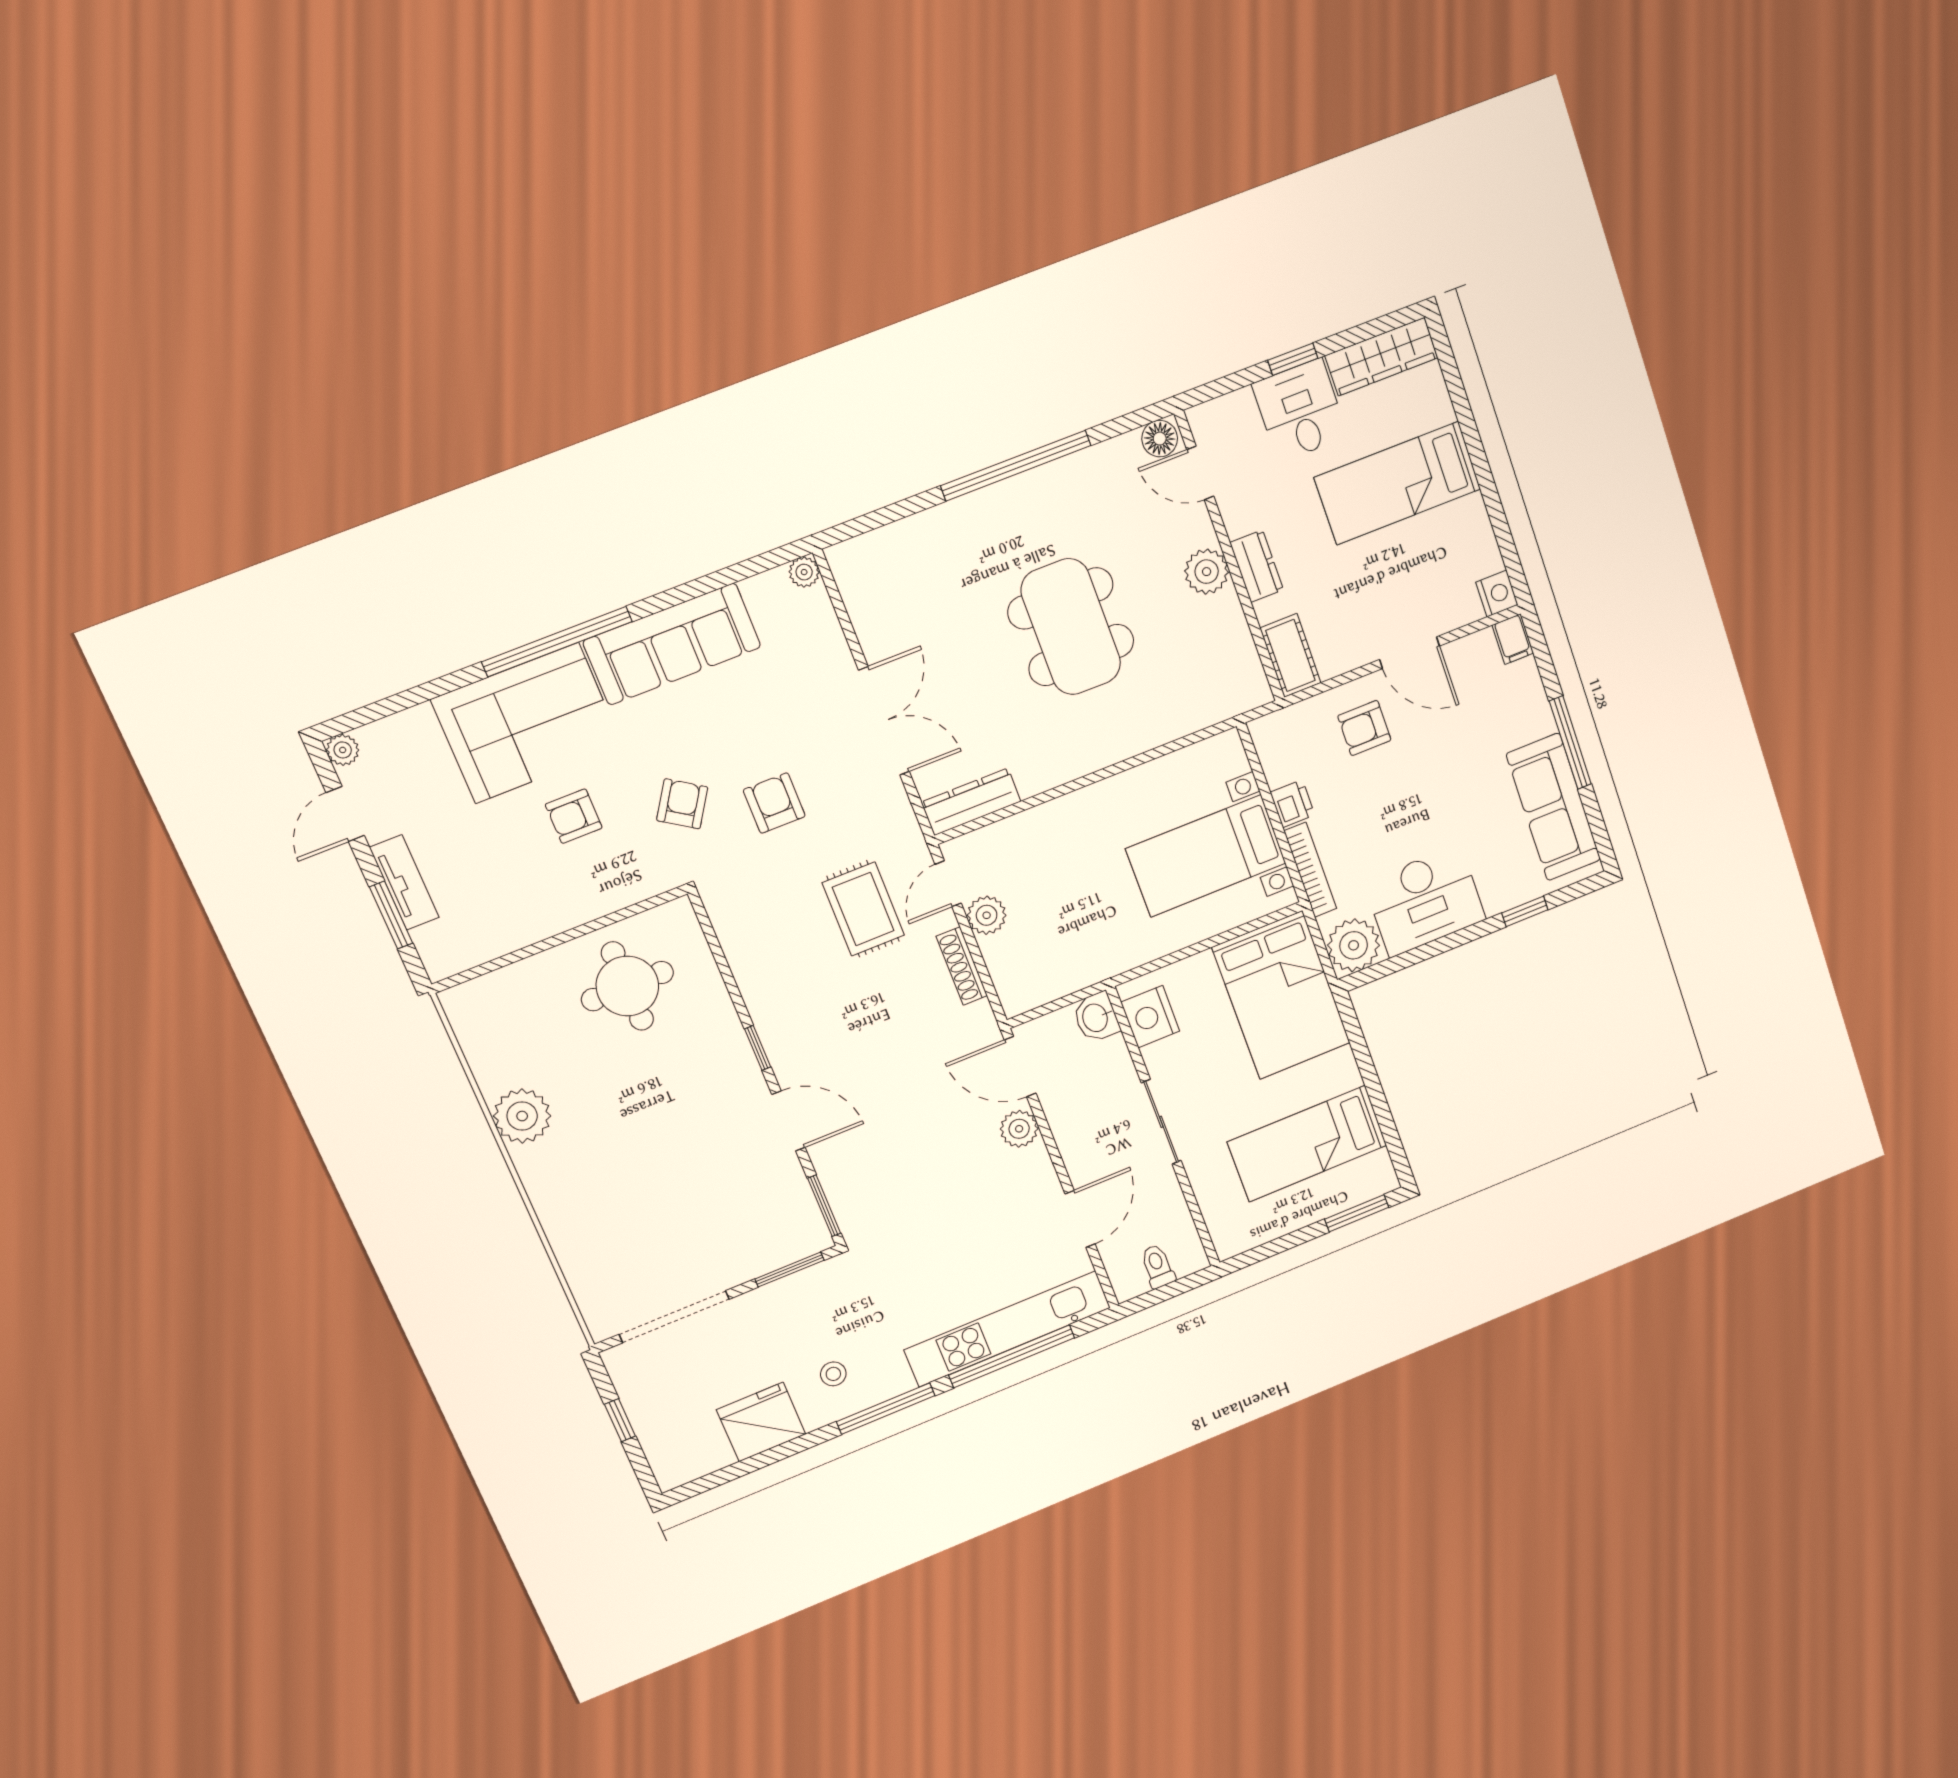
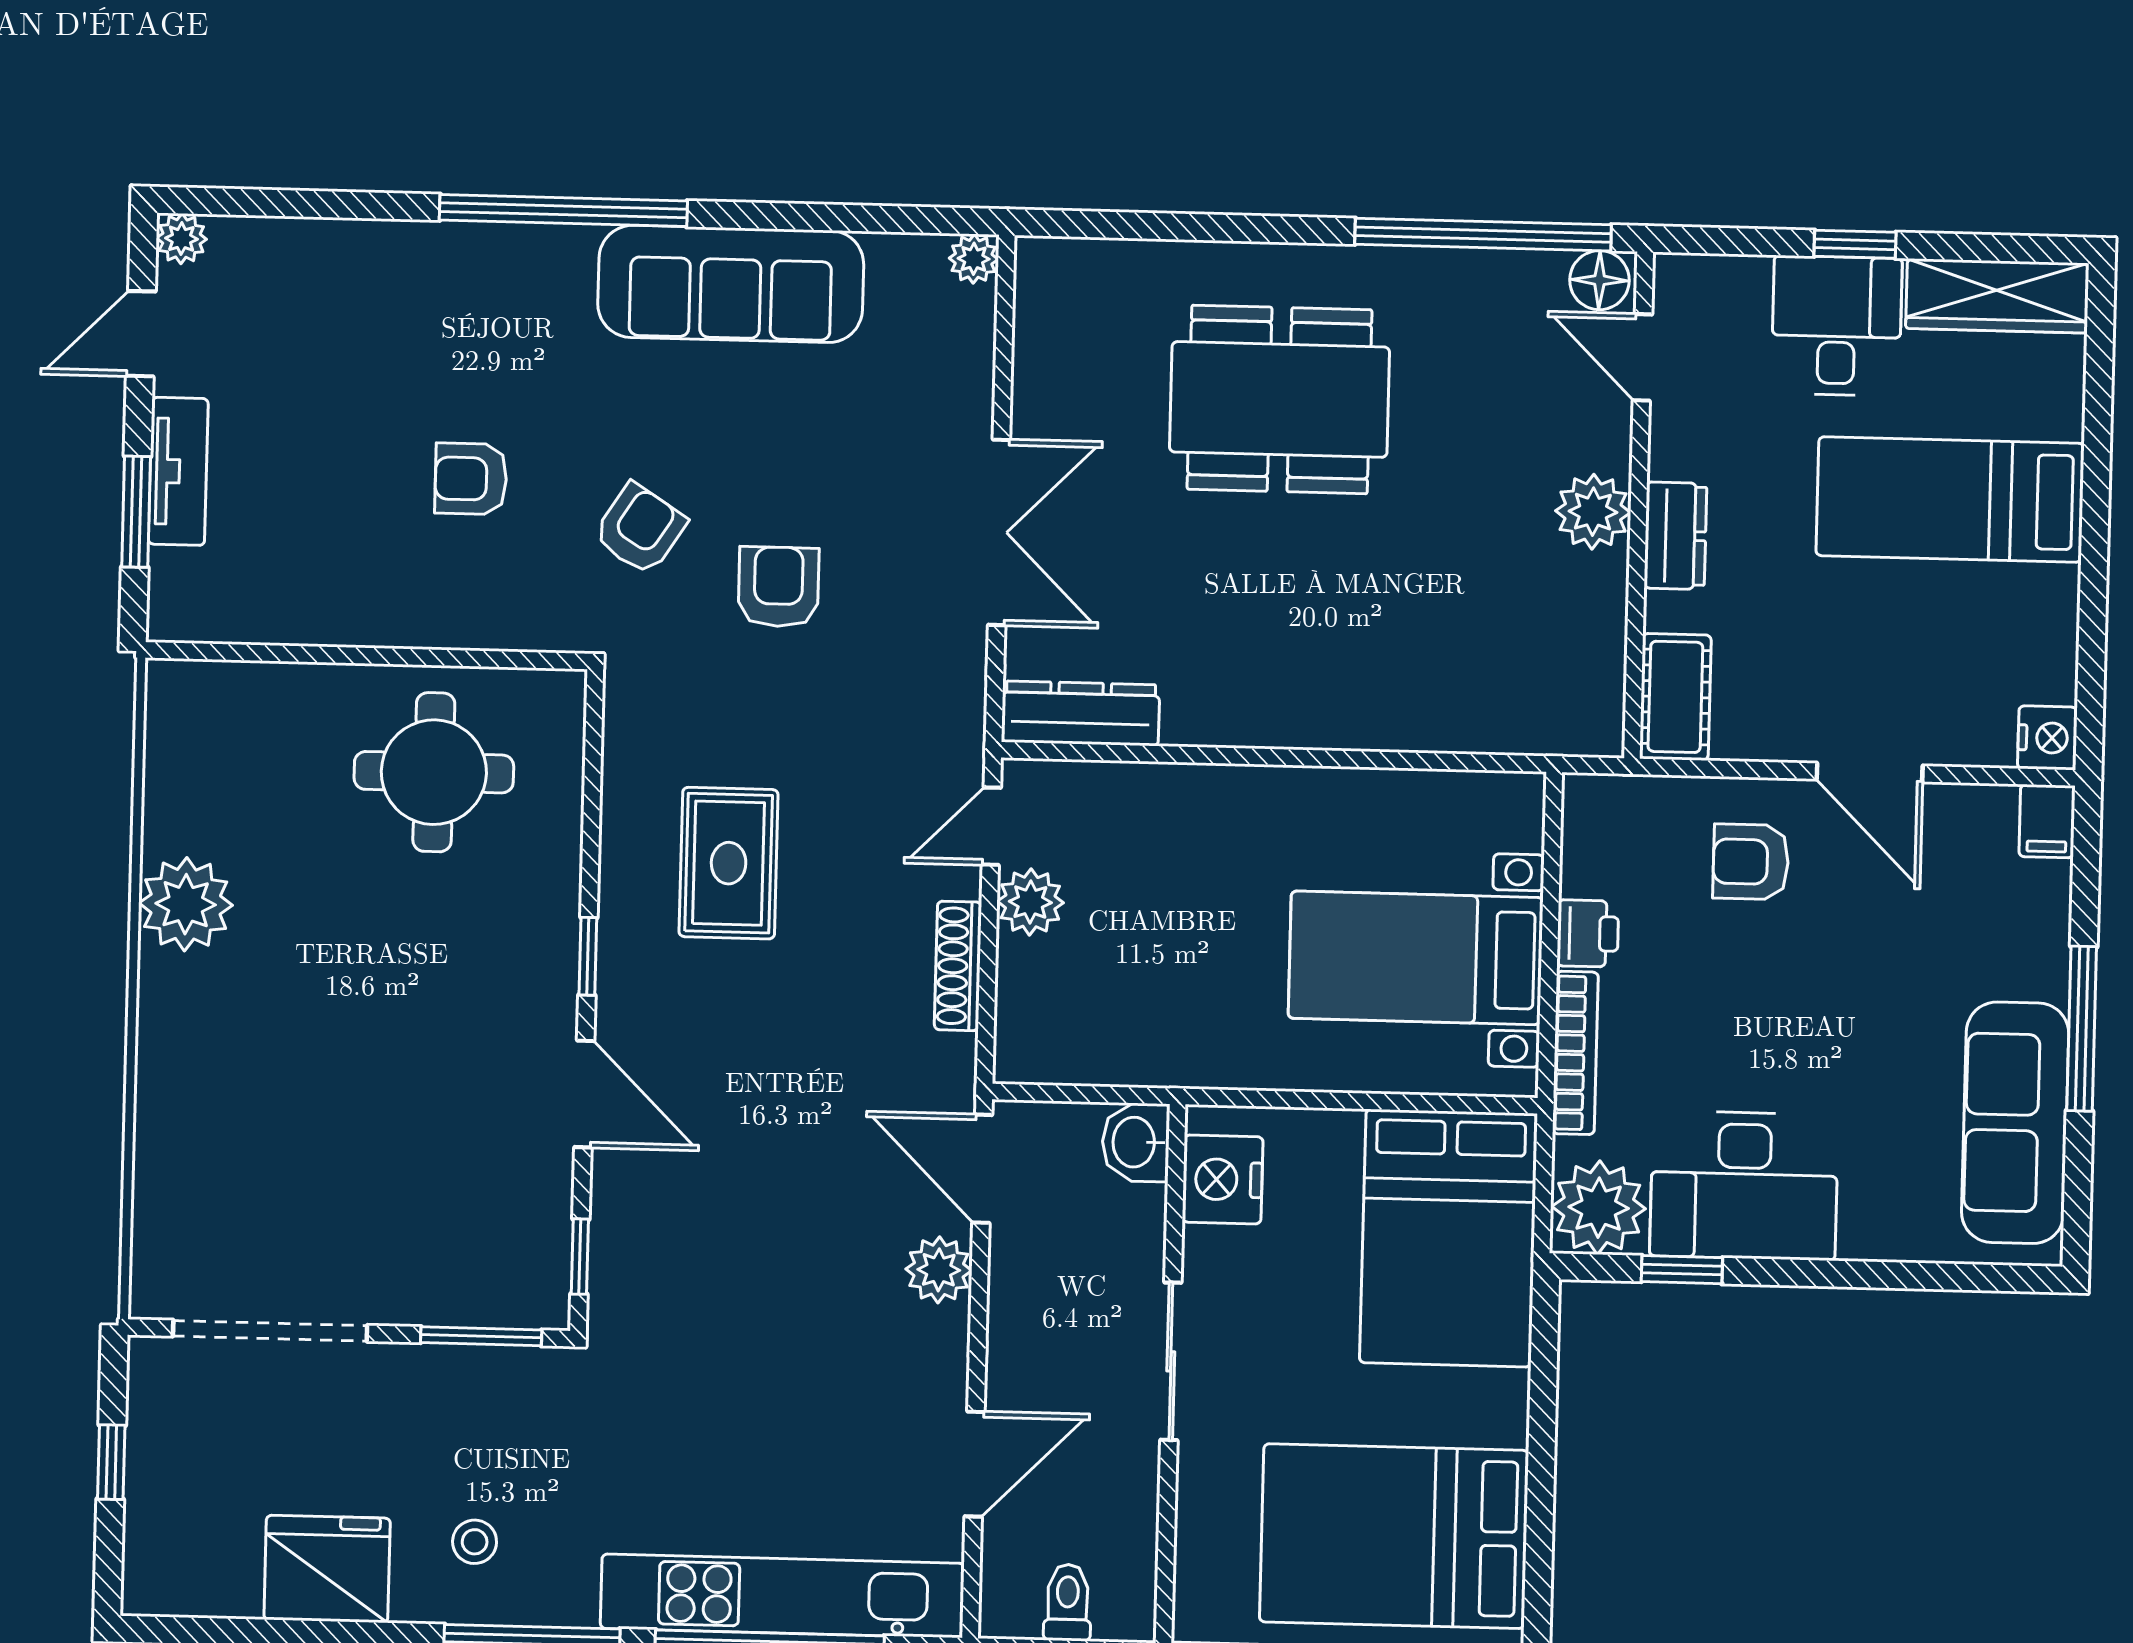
window: (1016, 466) -> (1483, 235), moved
dining table: (1071, 627) -> (1280, 399), moved, turned 90
corner sofa: (527, 723) -> (465, 312), removed
rug: (863, 909) -> (729, 863), moved
window: (1525, 911) -> (1682, 1270), moved
bed: (1307, 1144) -> (1394, 1536), width x1.50
window: (824, 1206) -> (580, 1257), width x0.67

